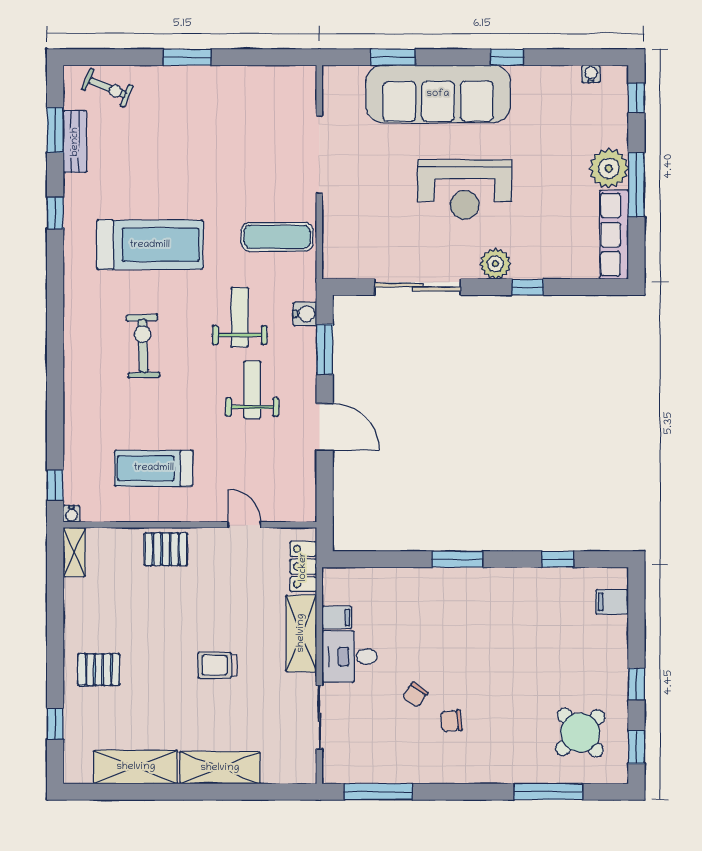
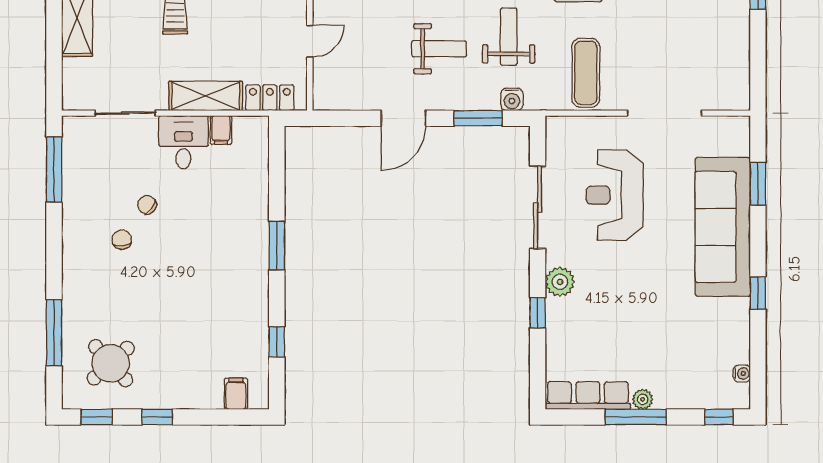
plant: (609, 168) -> (643, 399), width x0.53, depth x0.53
reception desk: (465, 189) -> (615, 195), moved
weight bench: (240, 317) -> (509, 37), turned -90

